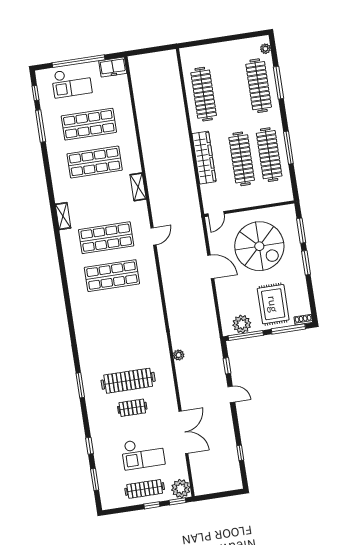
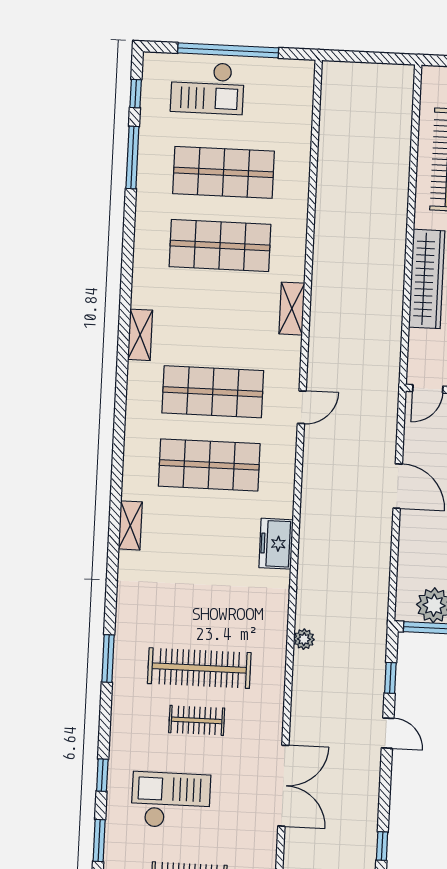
freezer: (113, 67) -> (276, 544), moved, turned 90
shelving: (78, 315) -> (130, 525), added
checkout: (143, 453) -> (171, 800), moved, turned 180

